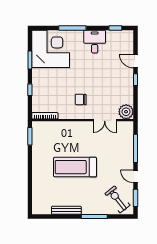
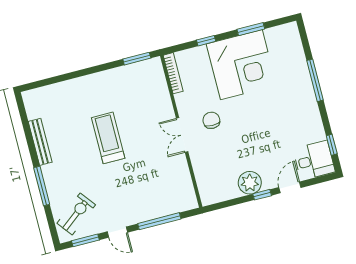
desk: (95, 42) -> (314, 160), moved
corner desk: (51, 49) -> (241, 65), moved
plant: (126, 112) -> (250, 183), moved
double door: (105, 120) -> (182, 135), moved
treadmill: (75, 167) -> (108, 138), width x0.73, depth x0.73
door: (135, 176) -> (117, 232), swing flipped

